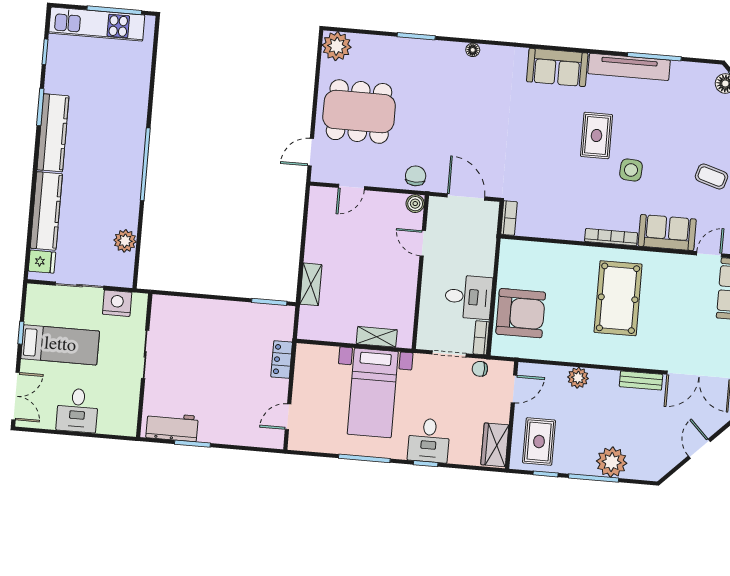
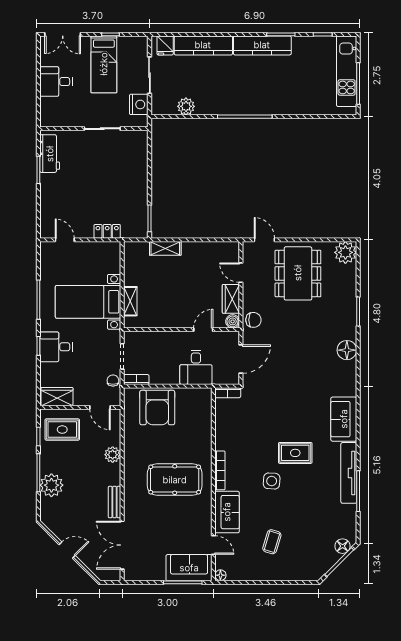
floor lamp: (473, 50) -> (347, 350), width x1.89, depth x1.89
wardrobe: (385, 203) -> (231, 299), added
desk: (468, 297) -> (196, 367), moved

